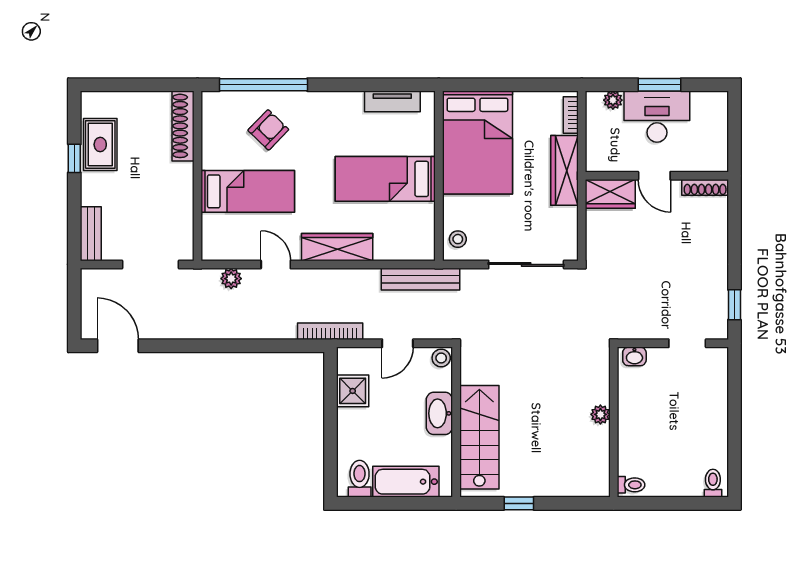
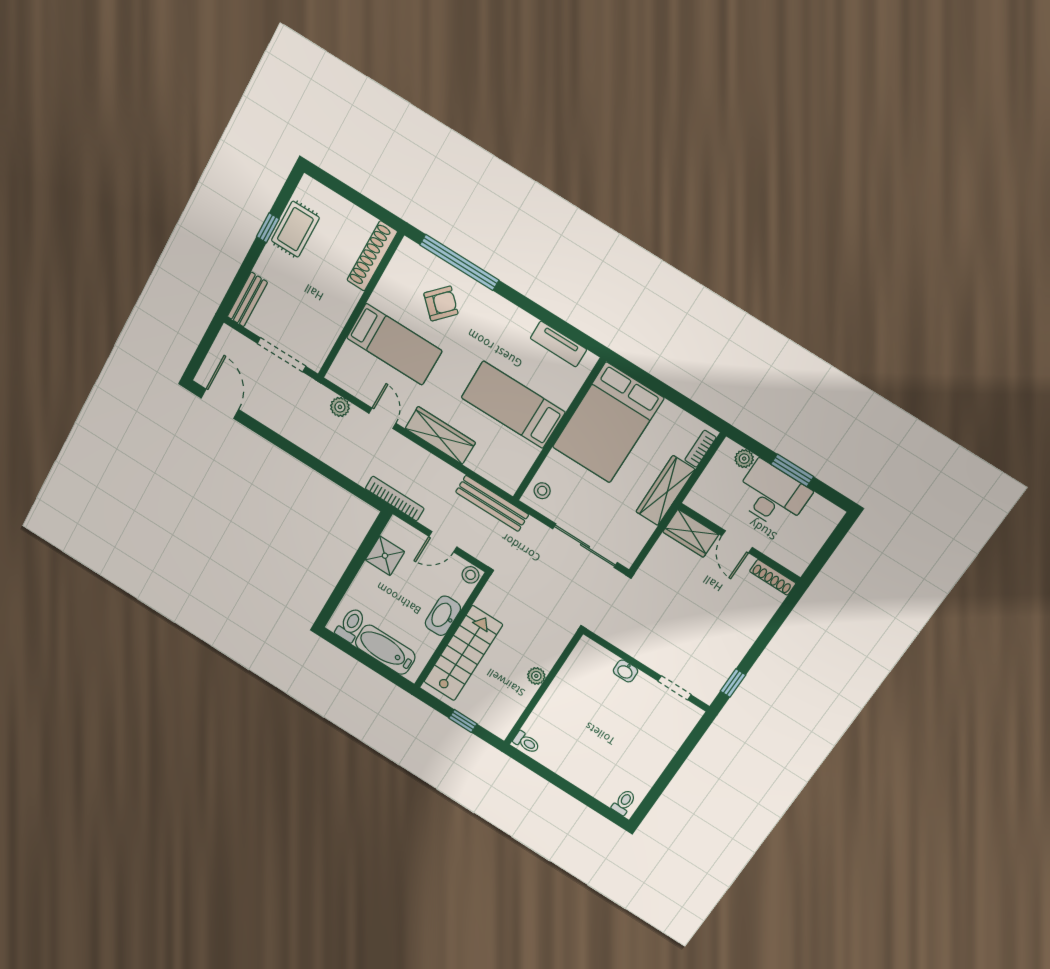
plant: (600, 414) -> (536, 676), moved
wall: (614, 422) -> (543, 688), moved
toilet: (631, 485) -> (526, 742), moved

